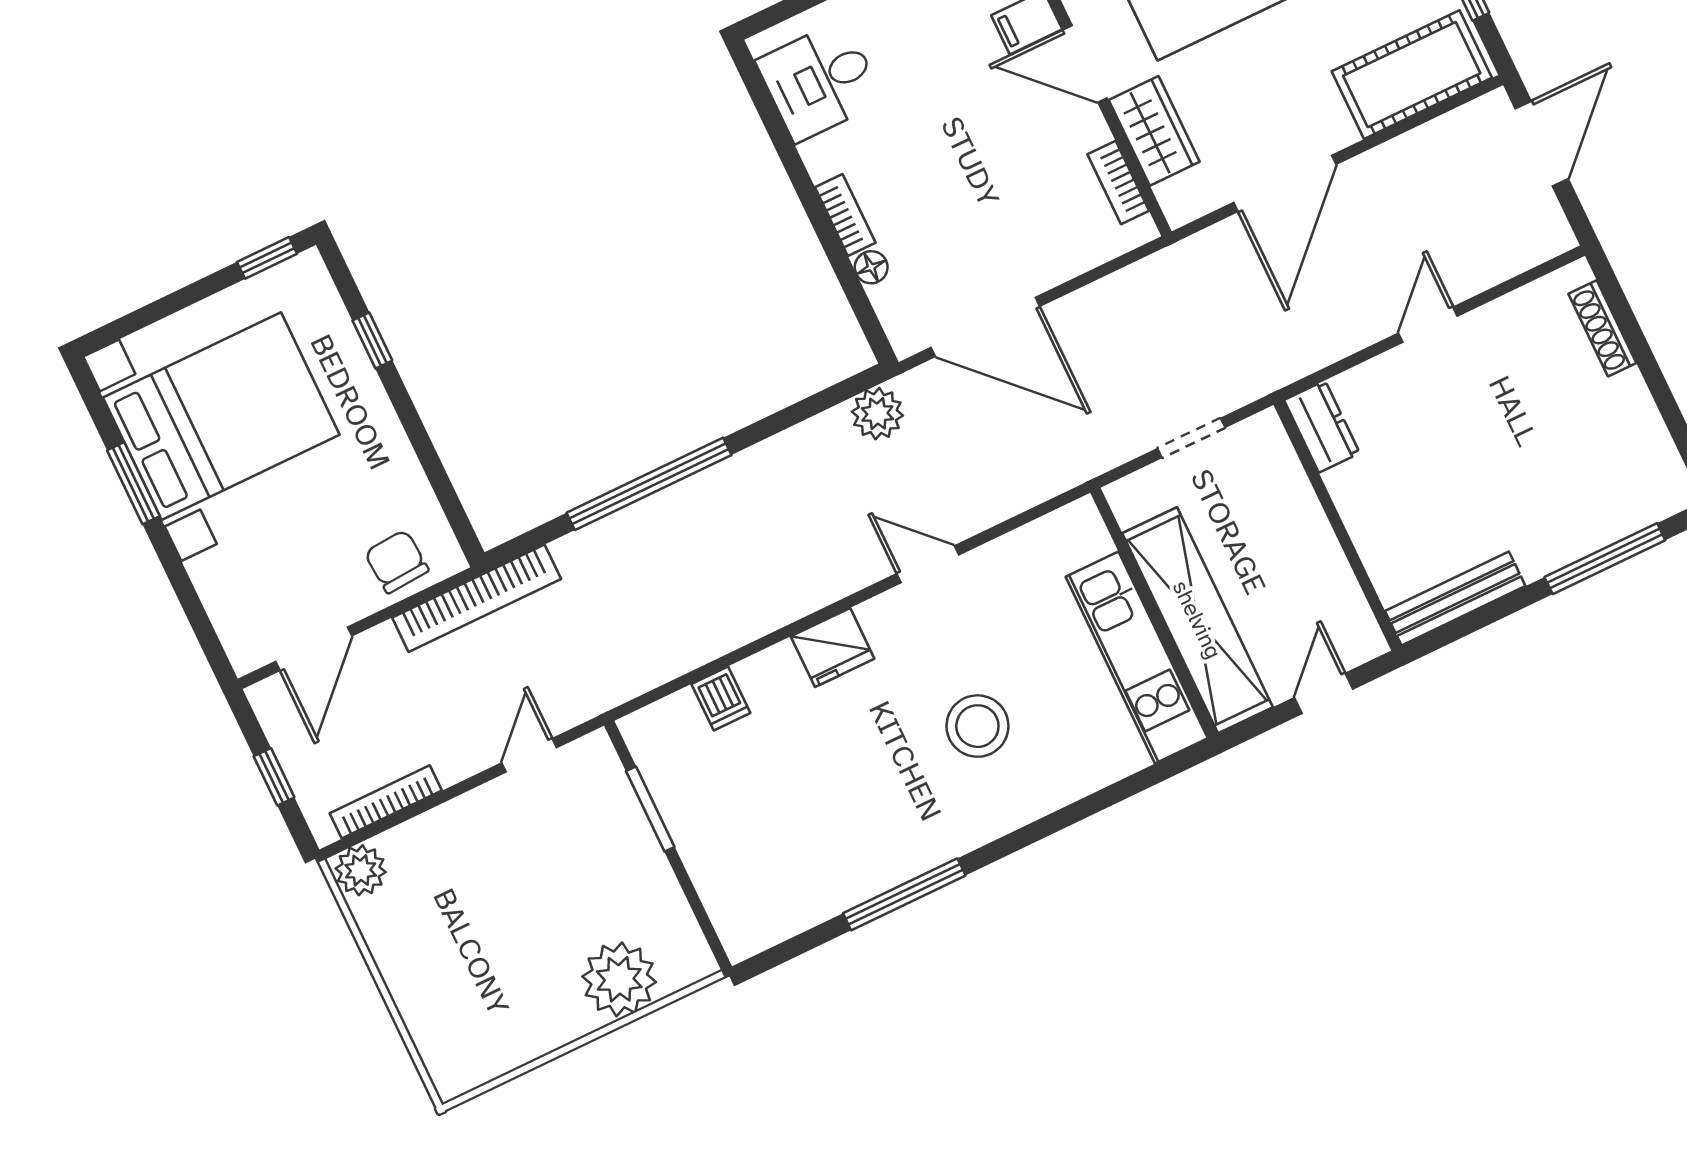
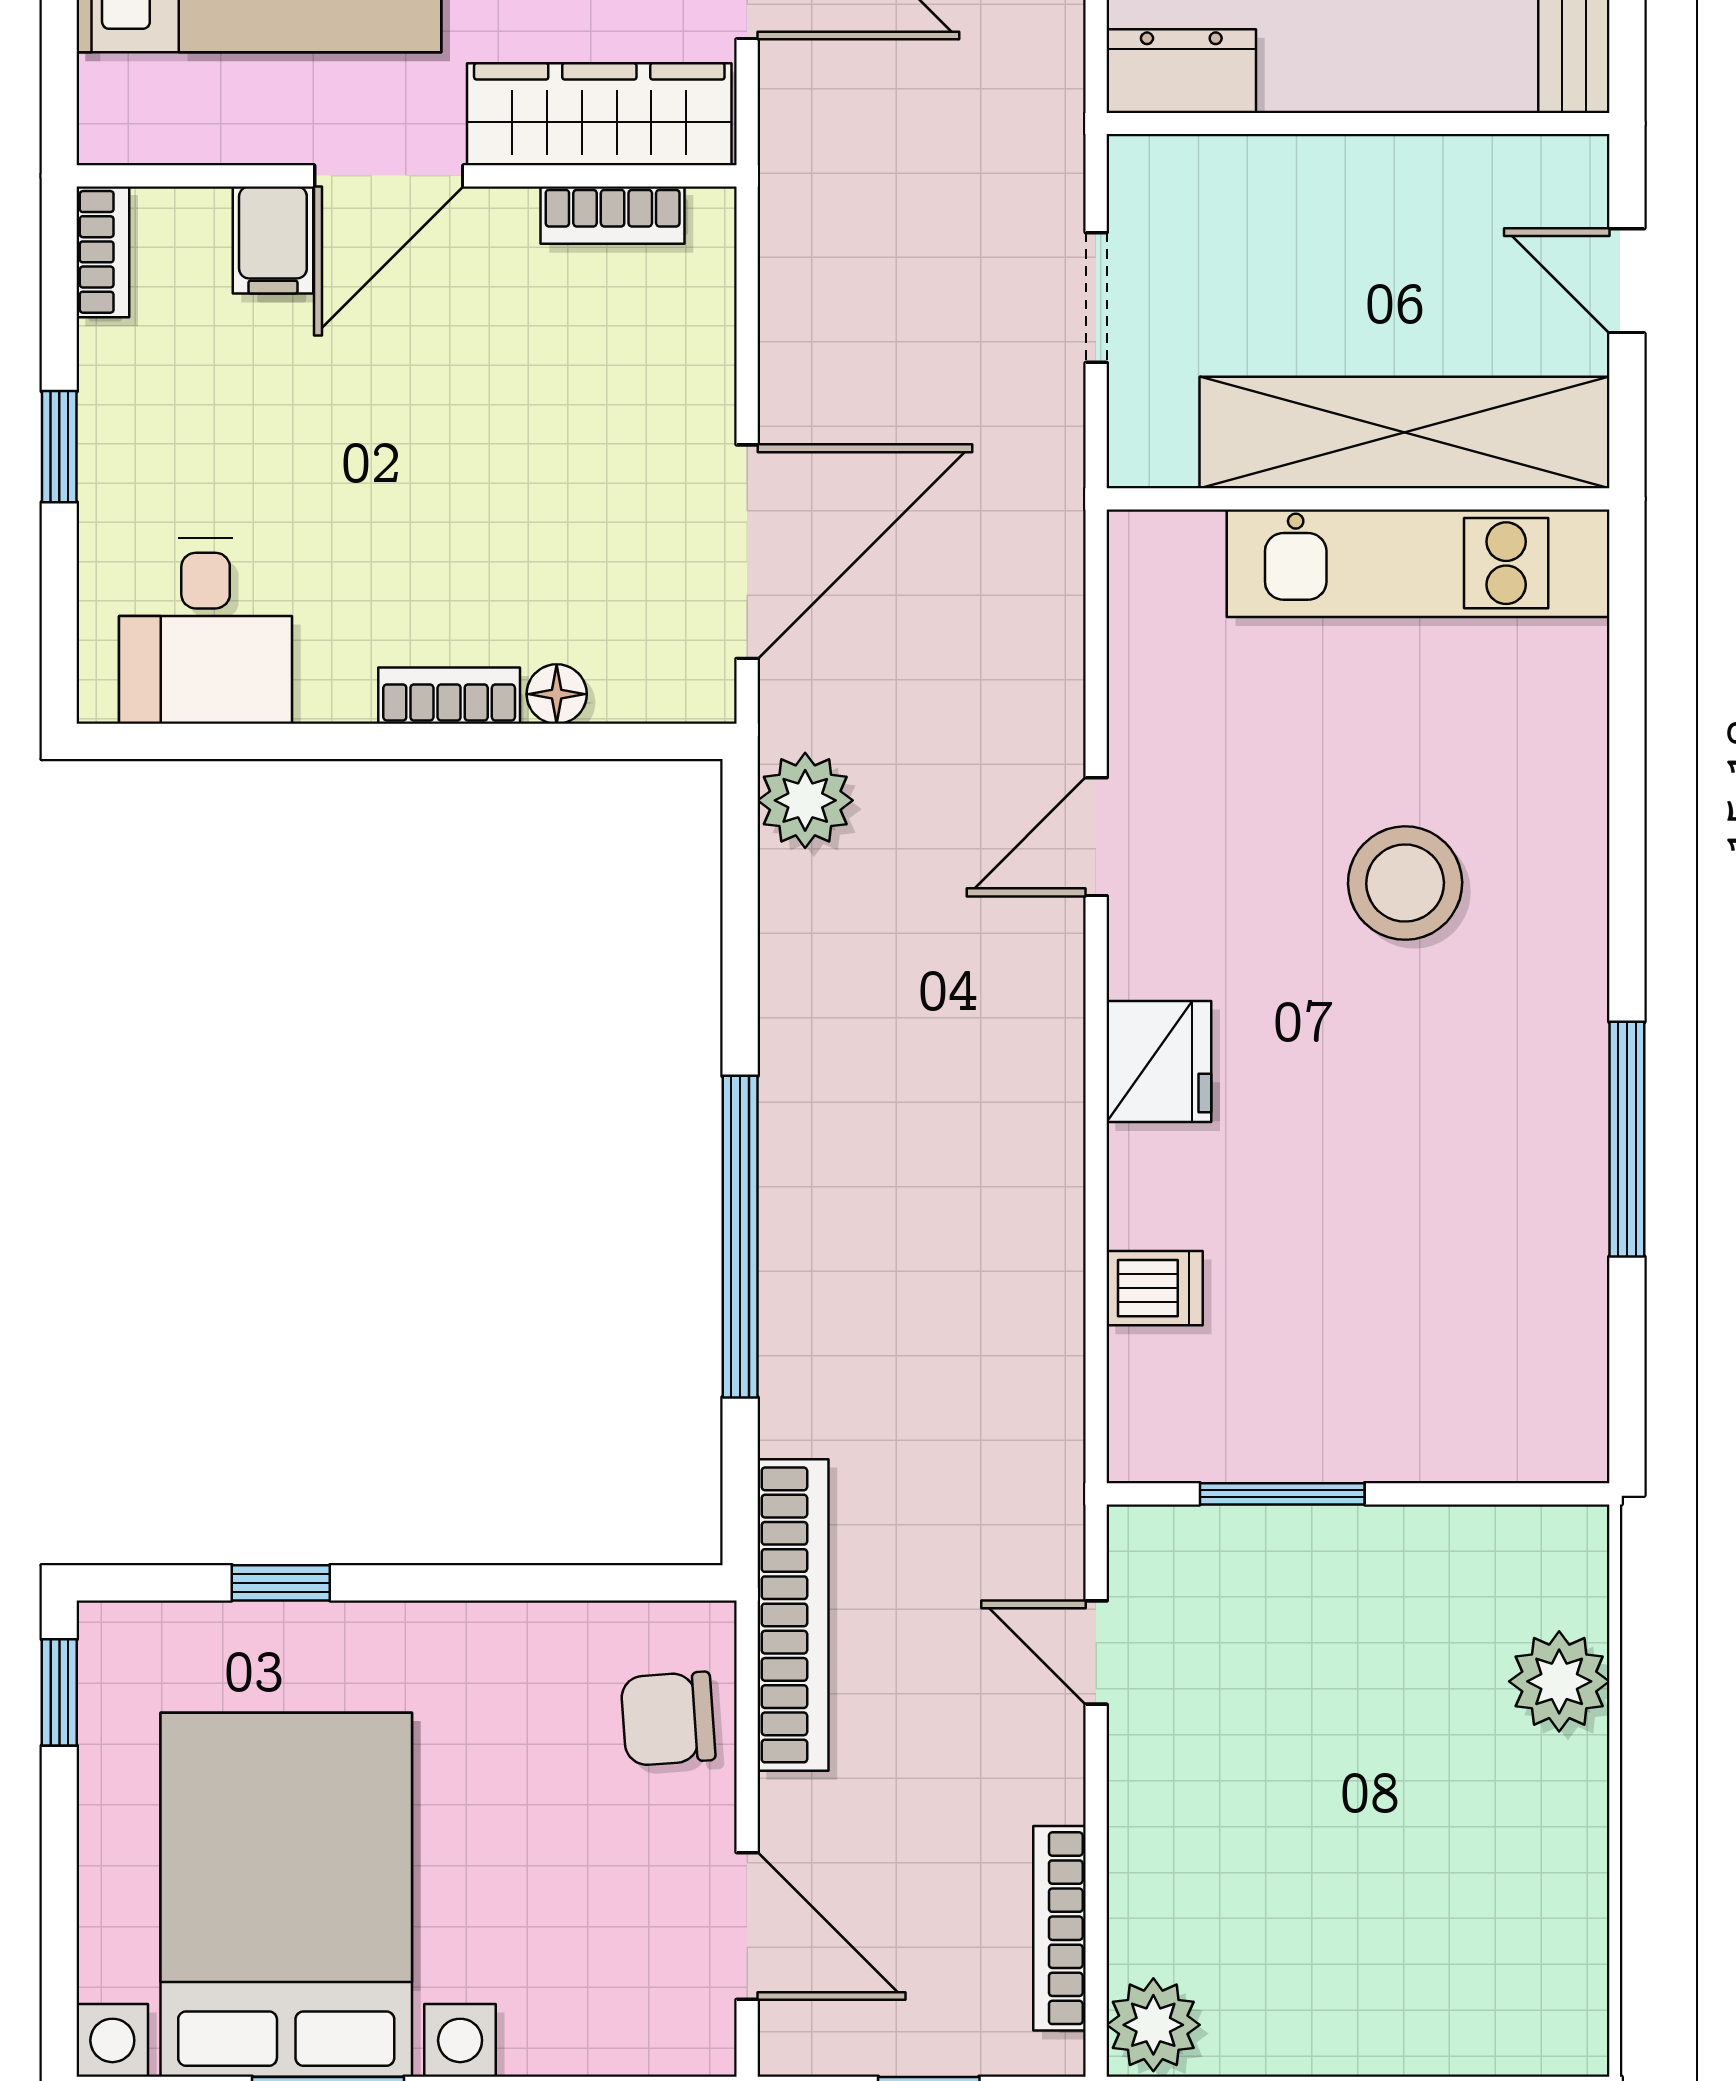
wardrobe: (1154, 131) -> (599, 114), width x1.50
plant: (619, 979) -> (1559, 1681), width x0.73, depth x0.73

